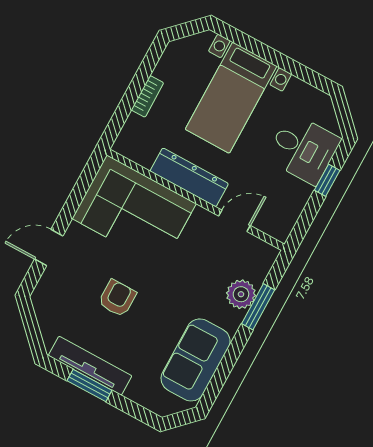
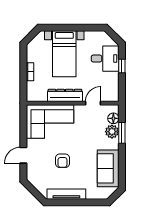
floor lamp: (257, 271) -> (113, 118), added
armchair: (117, 298) -> (62, 161), turned 180
window: (89, 386) -> (71, 202), removed

